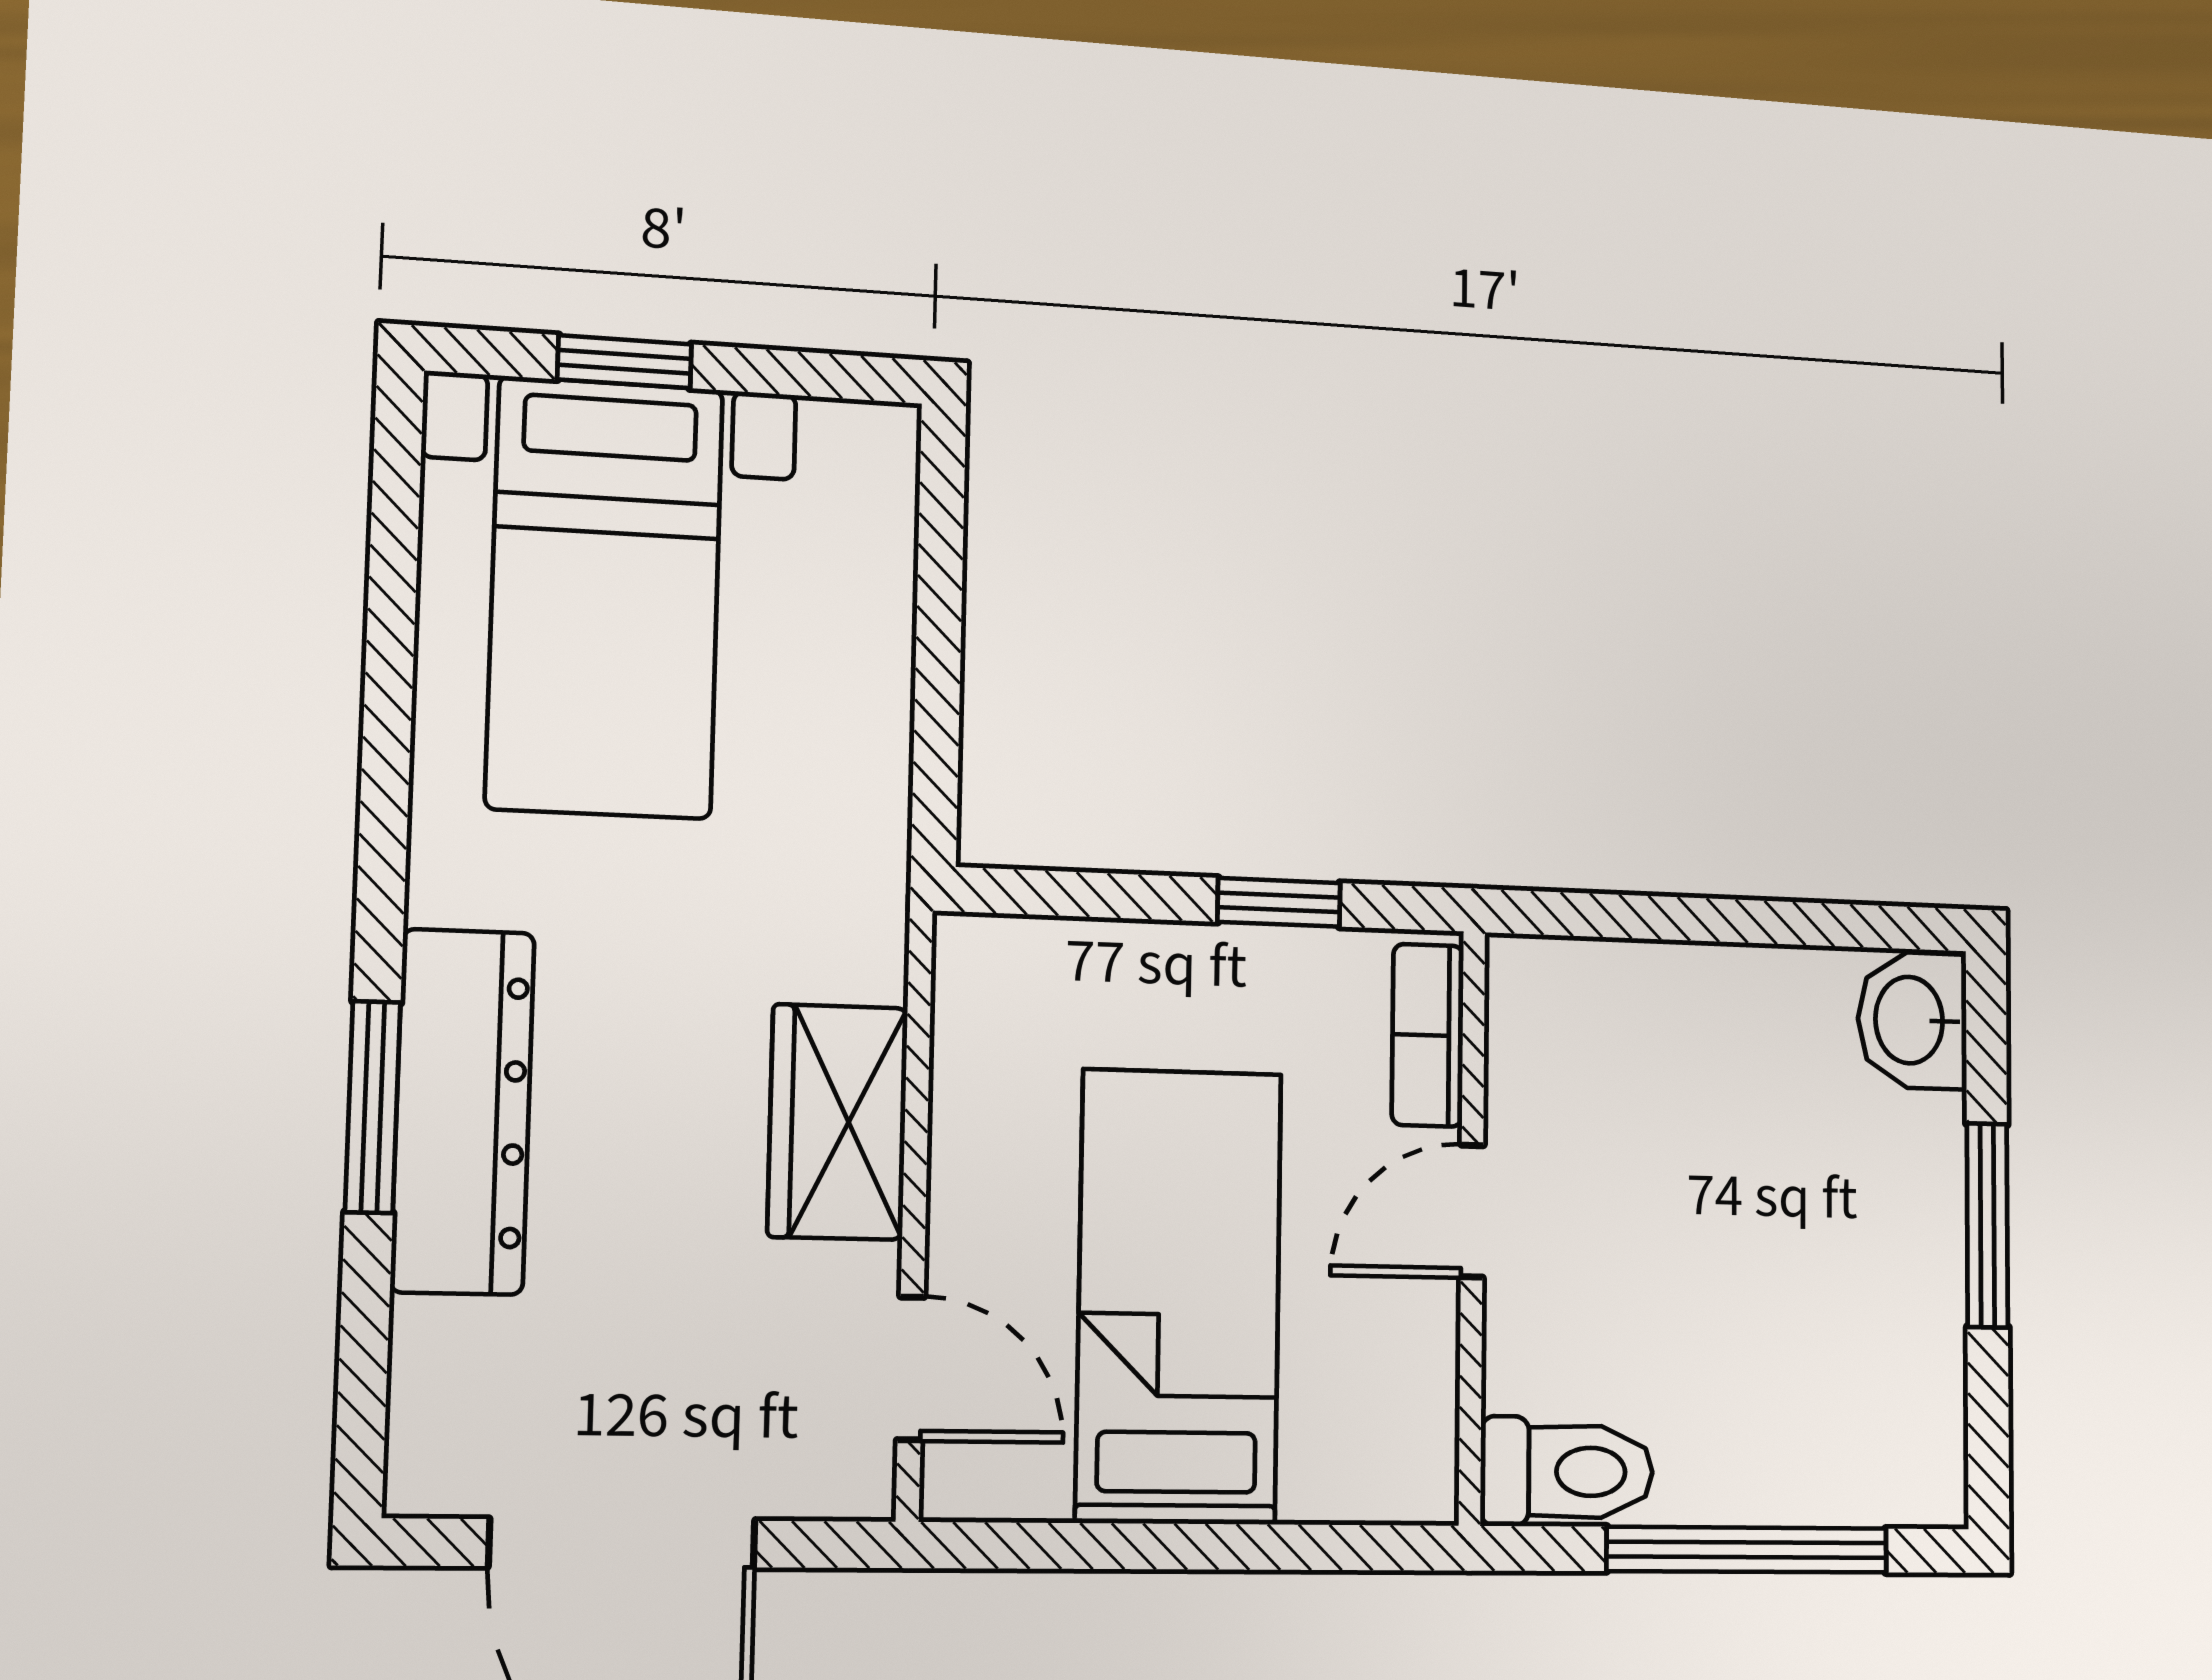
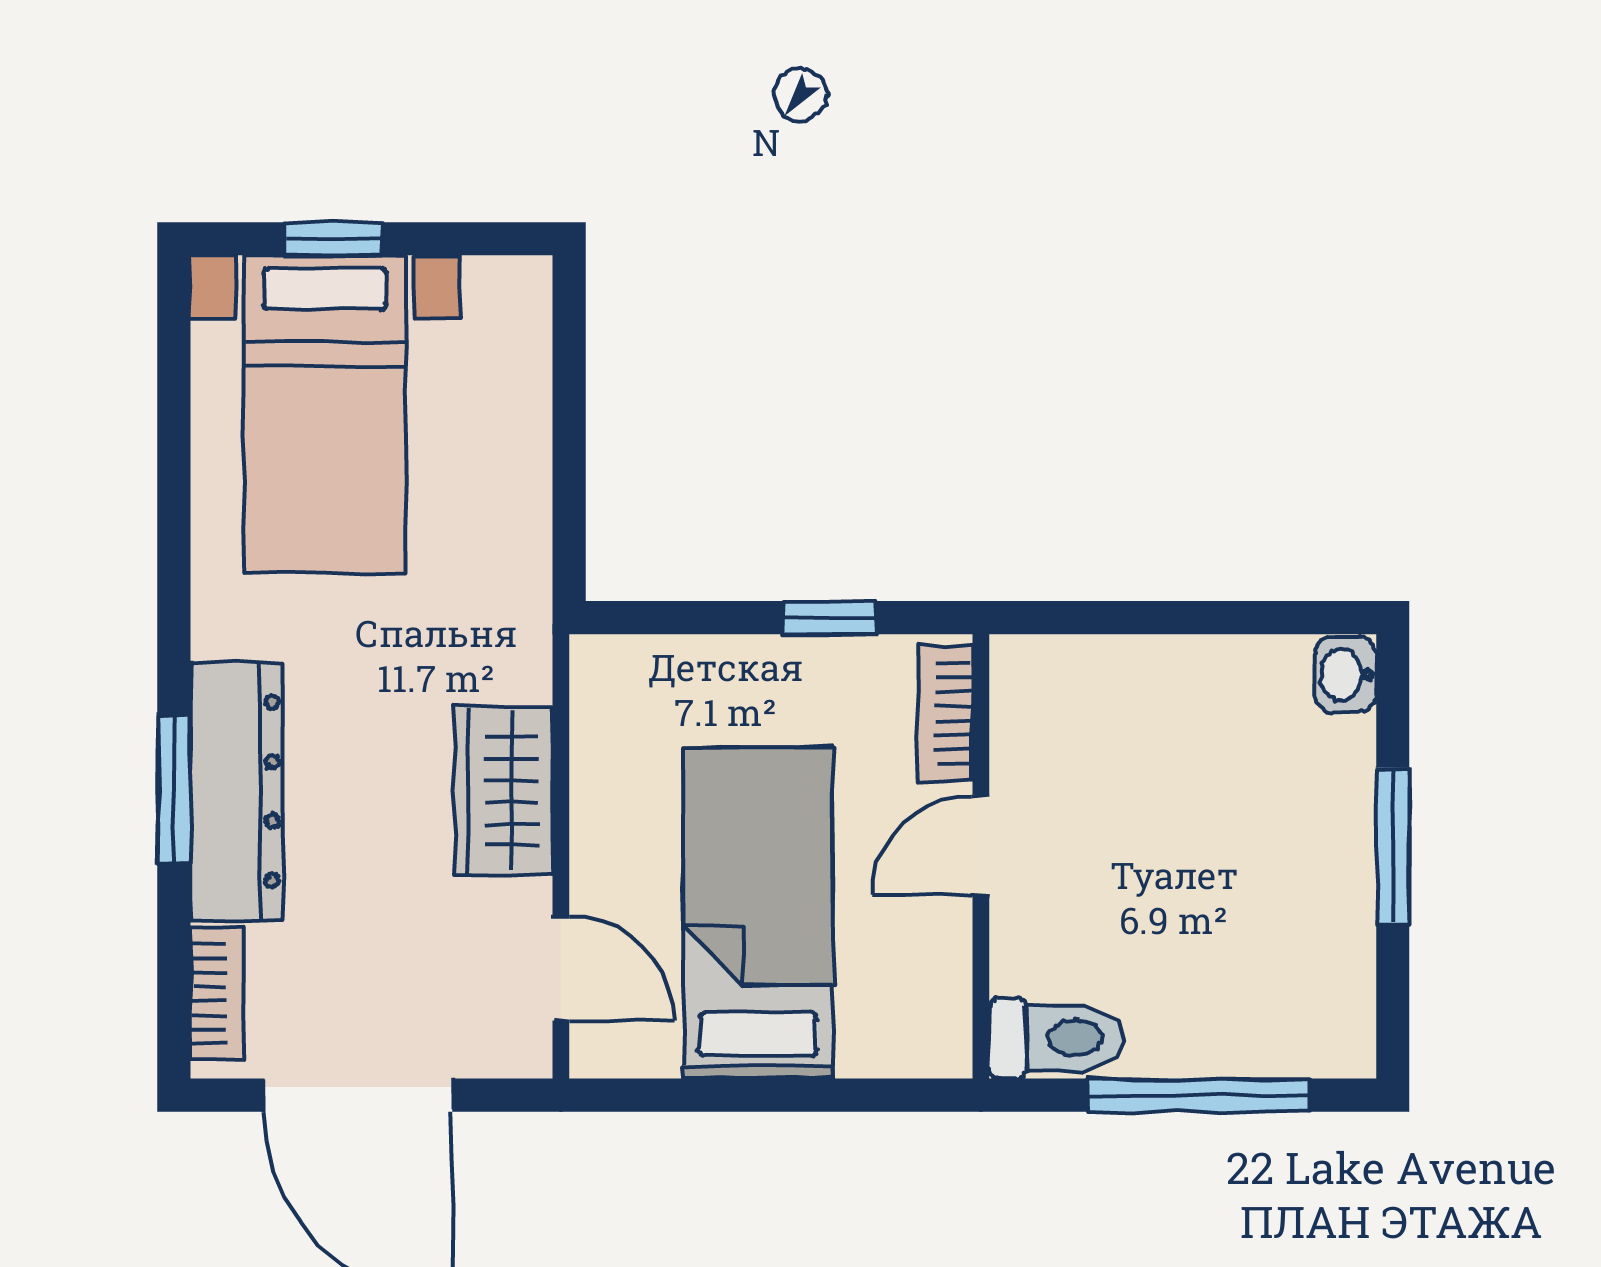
washbasin: (1912, 1020) -> (1346, 675), width x0.72, depth x0.69
bookcase: (424, 1397) -> (217, 994), added

